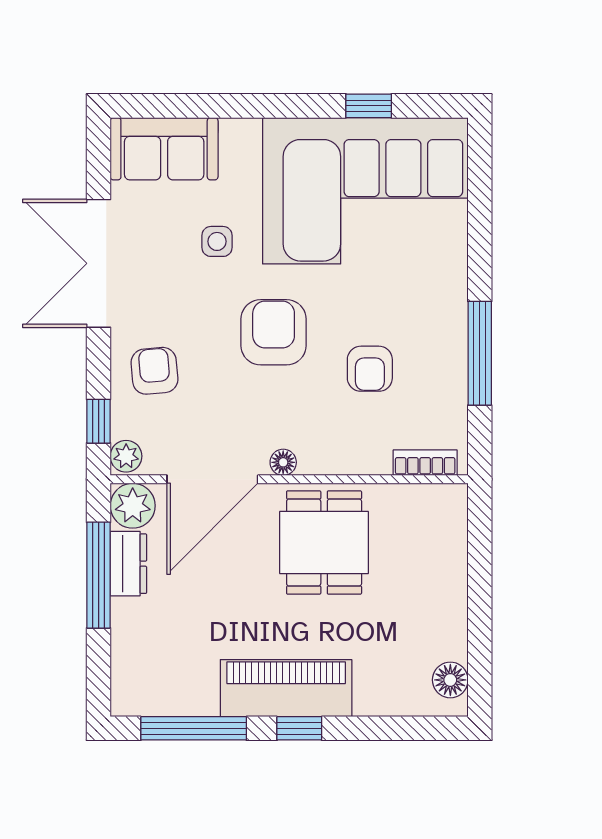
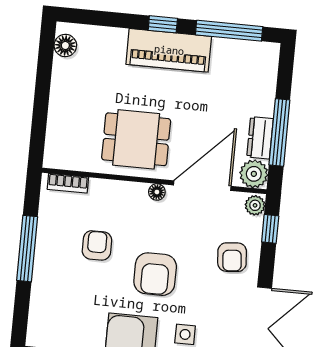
dining table: (324, 542) -> (136, 139), turned 90

